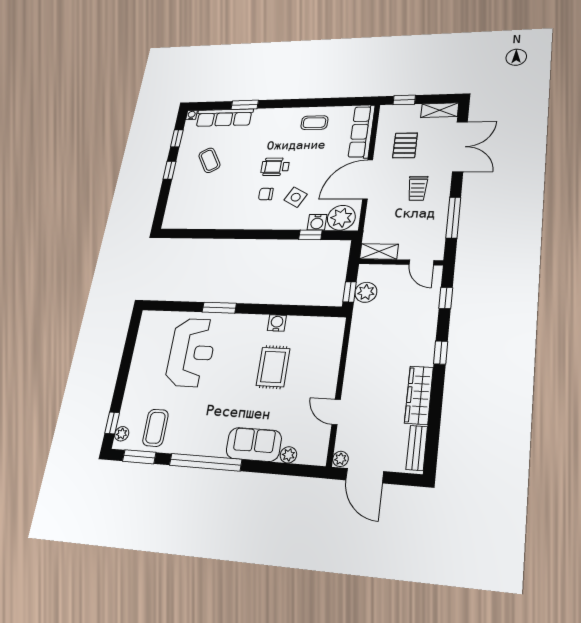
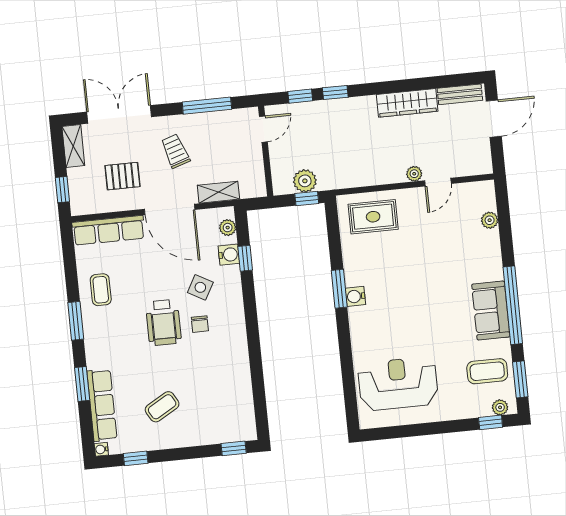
window: (295, 103) -> (76, 321), added
wheelchair: (275, 167) -> (163, 322), width x1.36, depth x1.37
window: (170, 170) -> (234, 448), moved
trolley: (418, 188) -> (175, 151), turned -108
plant: (341, 218) -> (228, 228), width x0.53, depth x0.53
shelving: (379, 251) -> (218, 192), moved, turned 90
window: (219, 308) -> (339, 289), moved
water cooler: (277, 323) -> (355, 296), moved
reception desk: (191, 352) -> (398, 384), moved
window: (441, 353) -> (335, 93), moved
rug: (273, 367) -> (373, 217), moved
sofa: (254, 444) -> (491, 311), moved
plant: (340, 459) -> (414, 174), moved
door: (365, 476) -> (494, 119), moved

